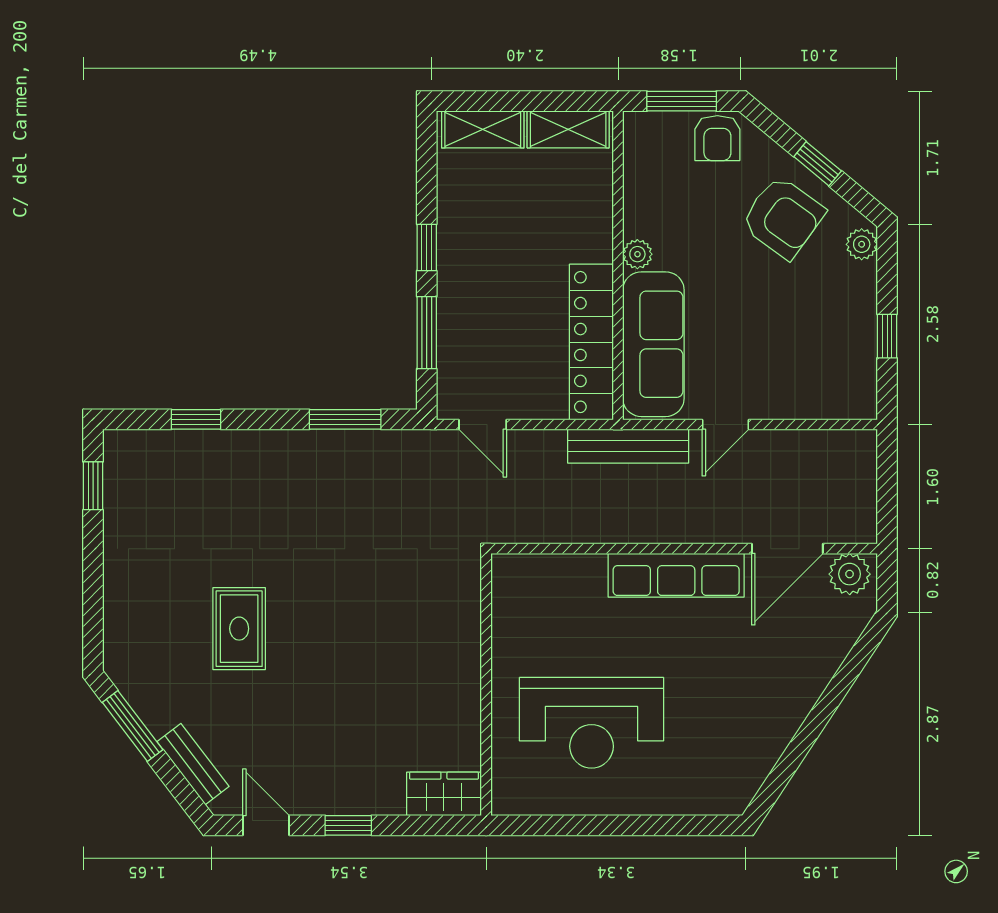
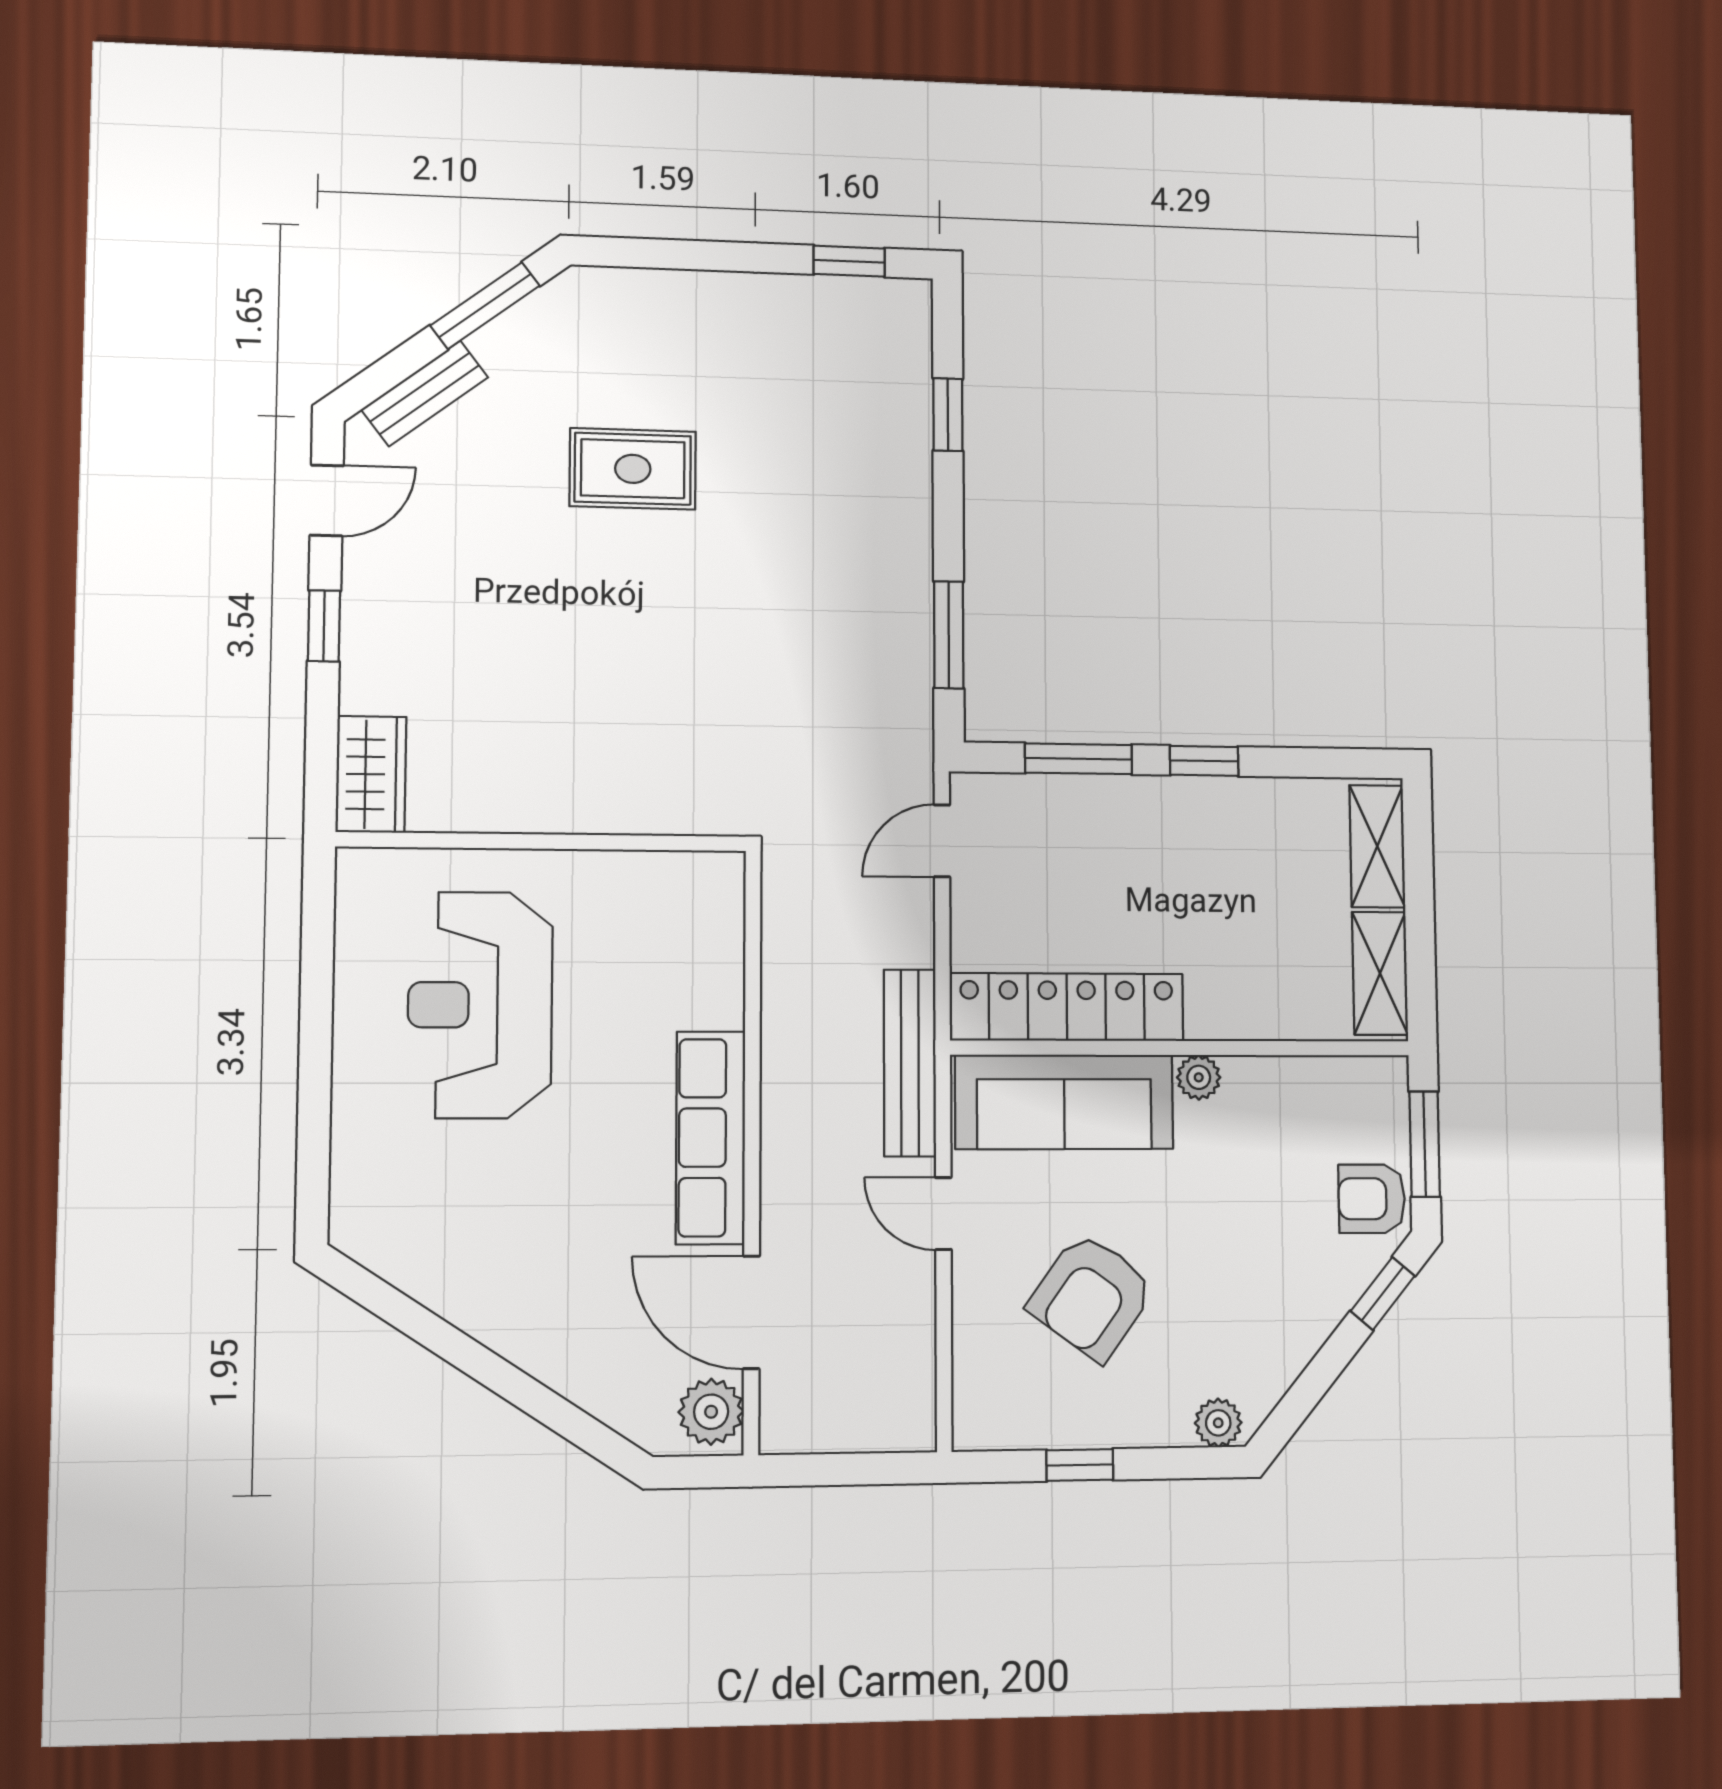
window: (818, 164) -> (1383, 1294), moved
armchair: (783, 217) -> (1092, 1297), moved

